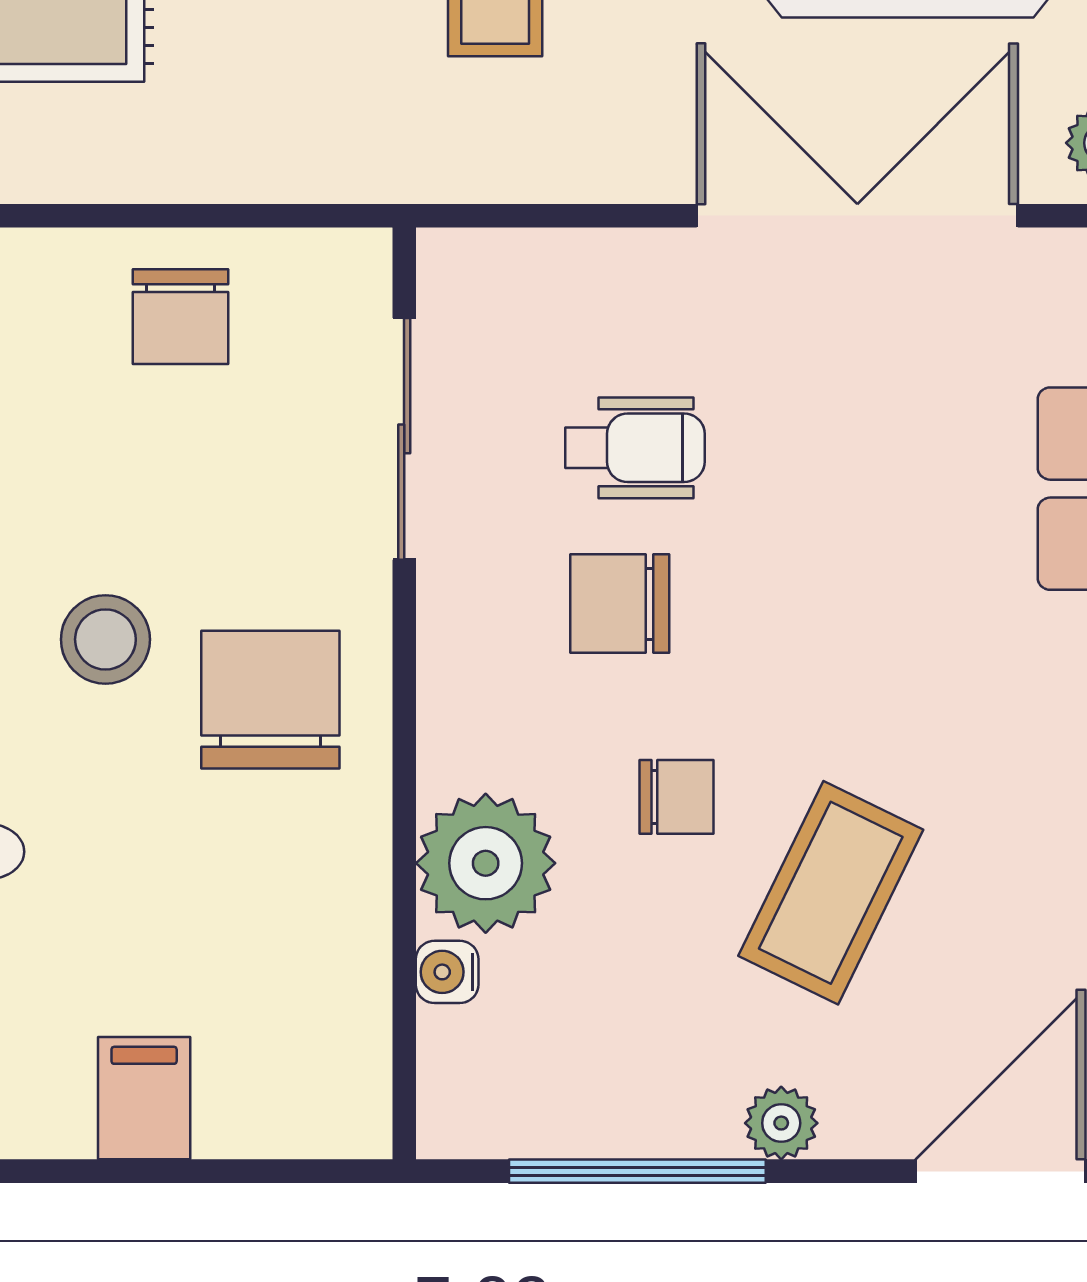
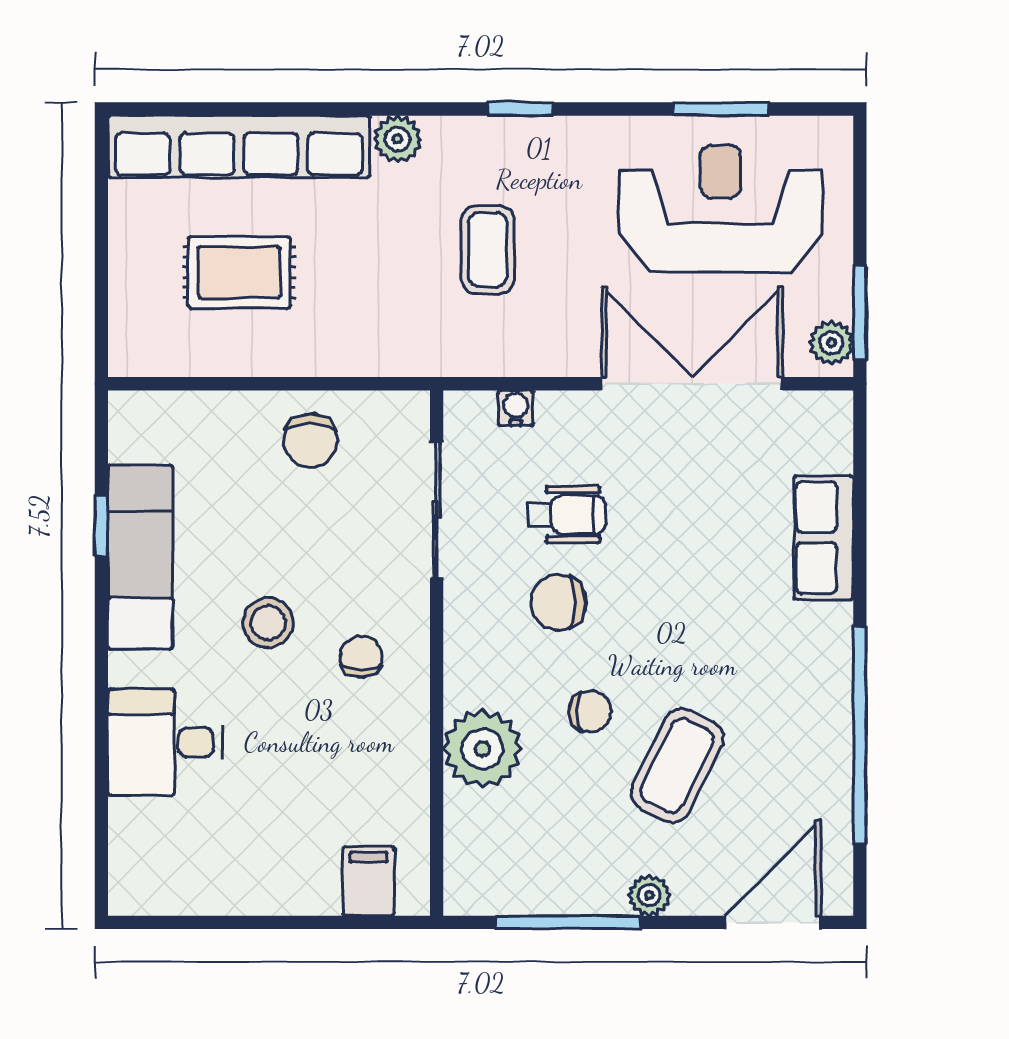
chair: (270, 700) -> (361, 657), width x0.54, depth x0.54
water cooler: (447, 972) -> (516, 408), moved, turned 90
filing cabinet: (144, 1098) -> (369, 881), moved

